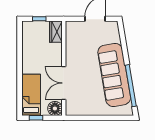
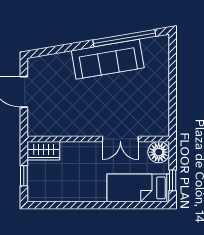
sofa: (114, 75) -> (108, 59), width x0.74, depth x0.79
double door: (64, 83) -> (120, 139), width x0.73

